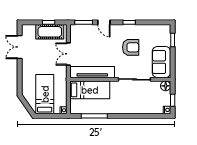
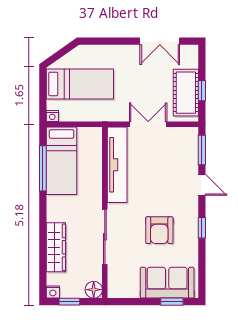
door: (104, 22) -> (202, 185), swing flipped
double door: (20, 47) -> (160, 41), swing flipped
sofa: (161, 62) -> (167, 283), moved
bed: (90, 90) -> (61, 161), moved
wardrobe: (141, 108) -> (56, 247), added

